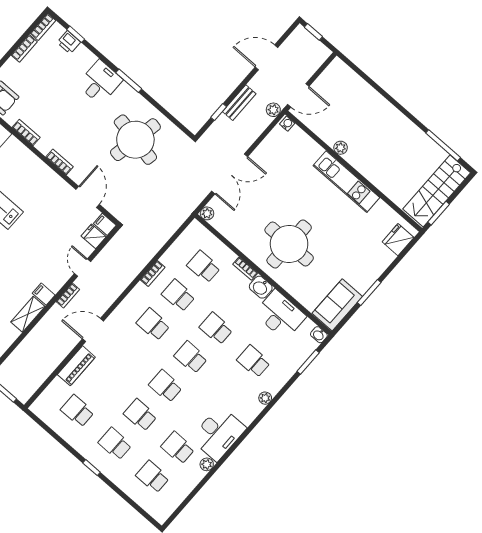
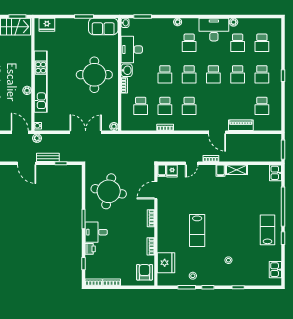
printer: (69, 42) -> (90, 249), moved
door: (266, 57) -> (27, 163), moved
kitchen unit: (346, 182) -> (41, 82), width x1.36
school desk: (254, 361) -> (189, 43), moved

